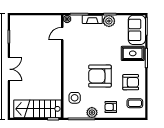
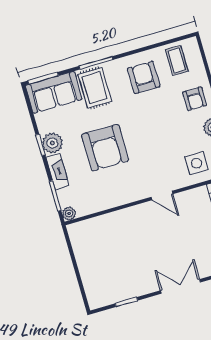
door: (62, 34) -> (162, 195), moved
armchair: (100, 76) -> (105, 148), moved

